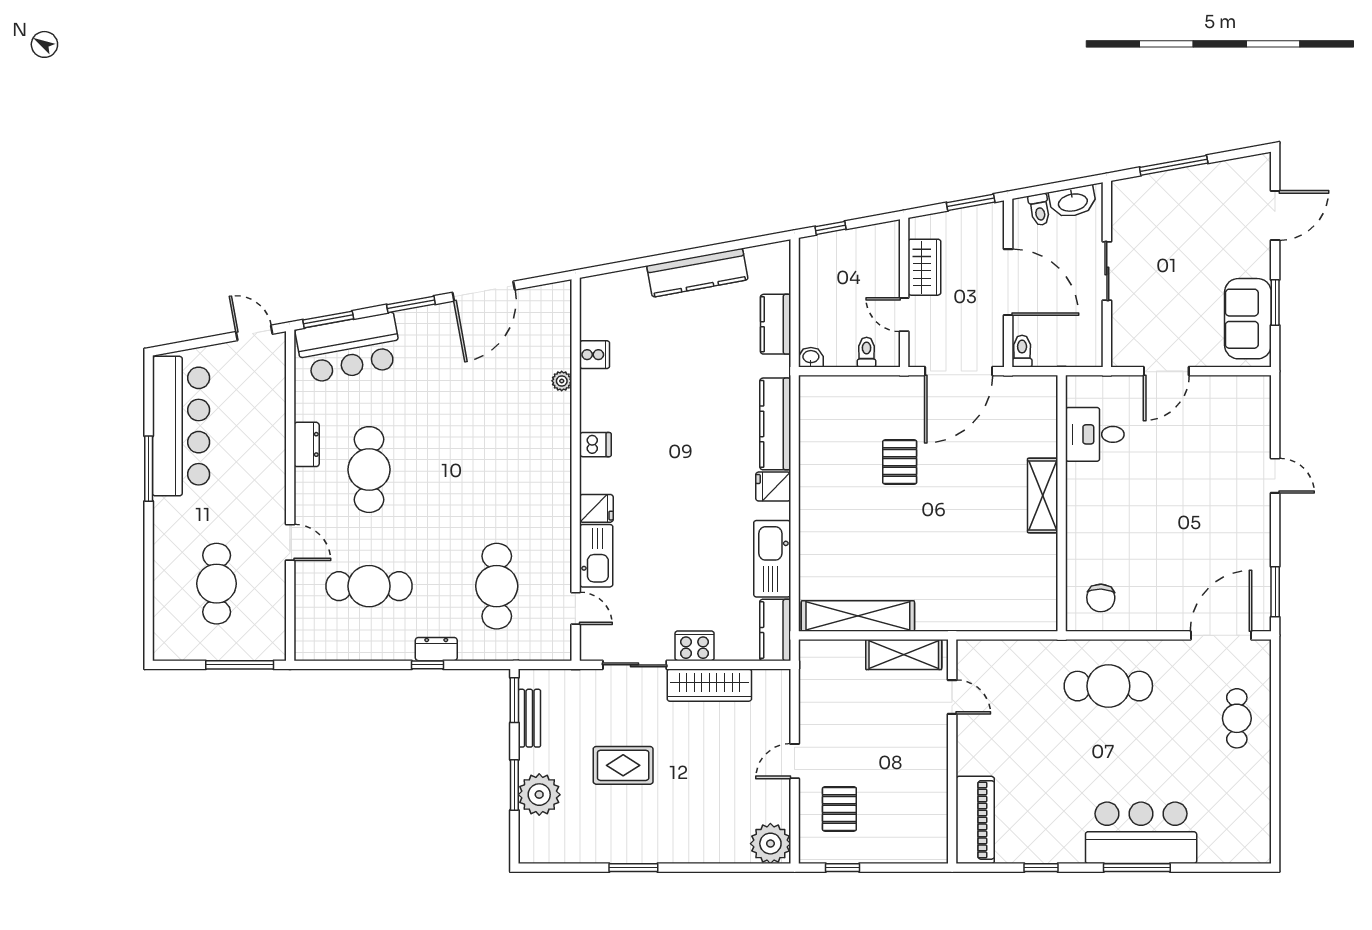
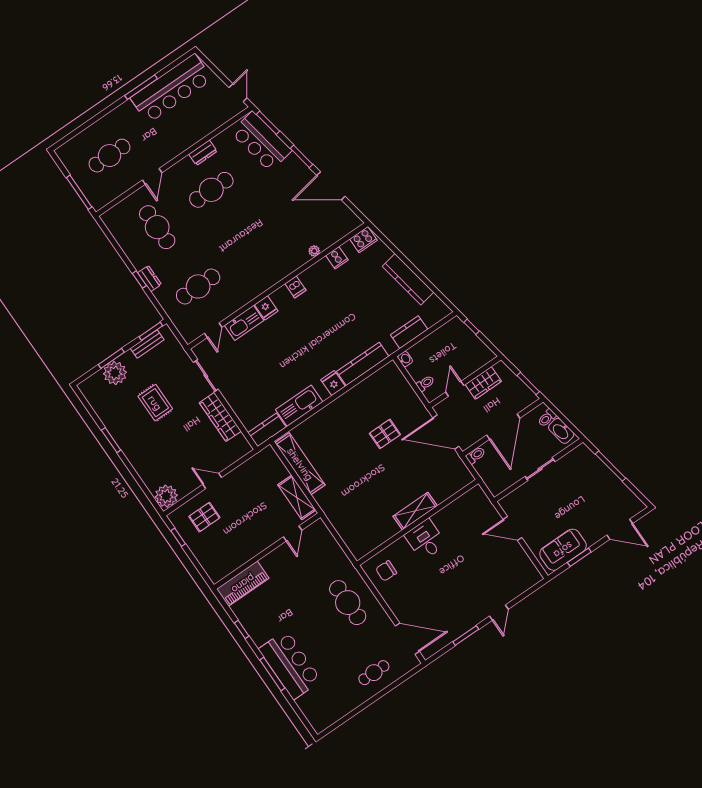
desk: (1095, 434) -> (425, 540), moved
window: (1275, 592) -> (466, 635), moved
cooker: (695, 646) -> (363, 240), moved, turned 90

